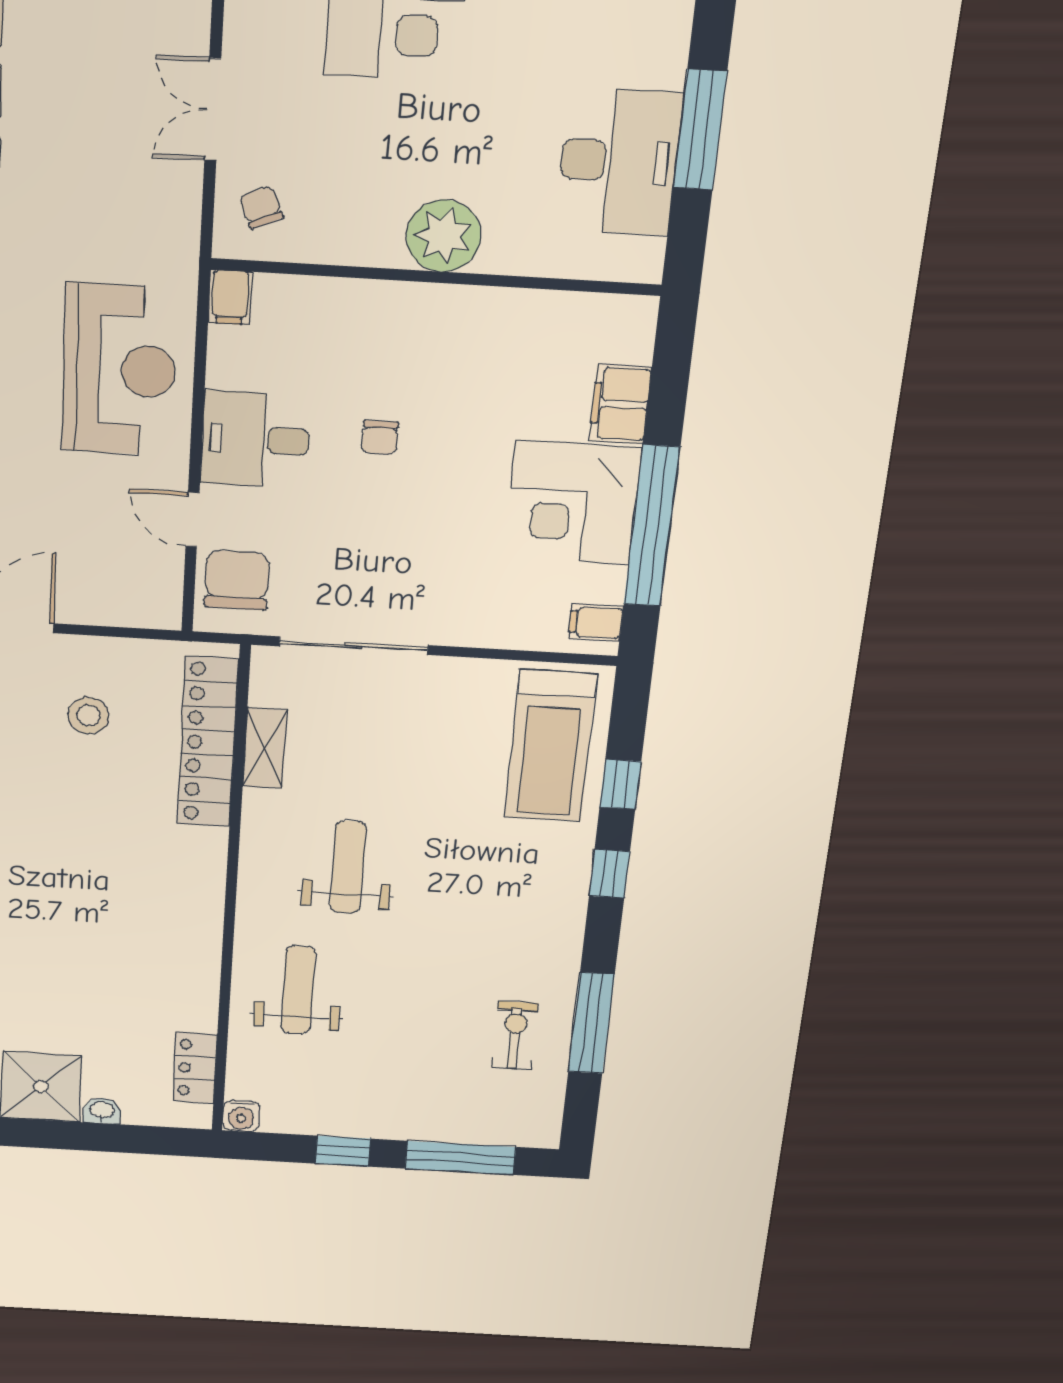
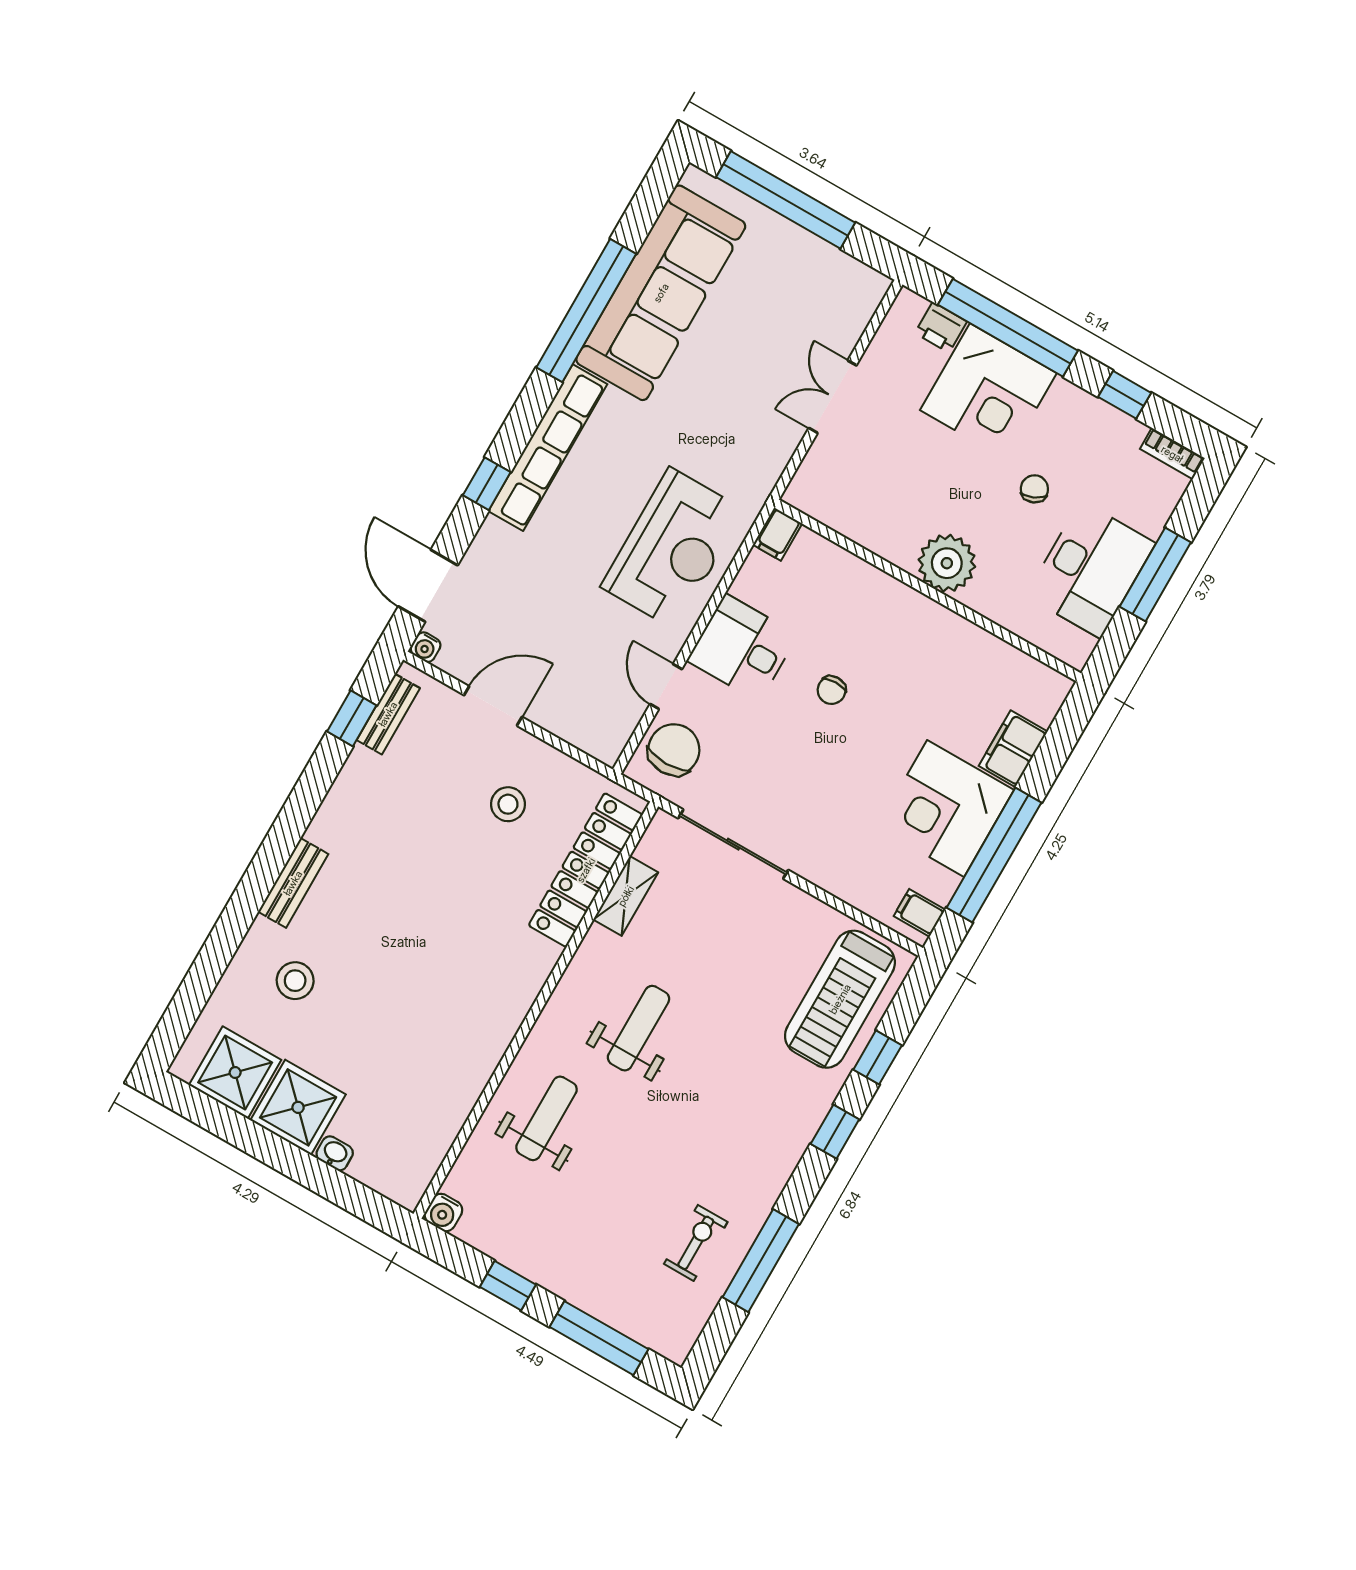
chair: (261, 207) -> (1034, 489), moved
locker: (195, 1068) -> (429, 1150), removed

